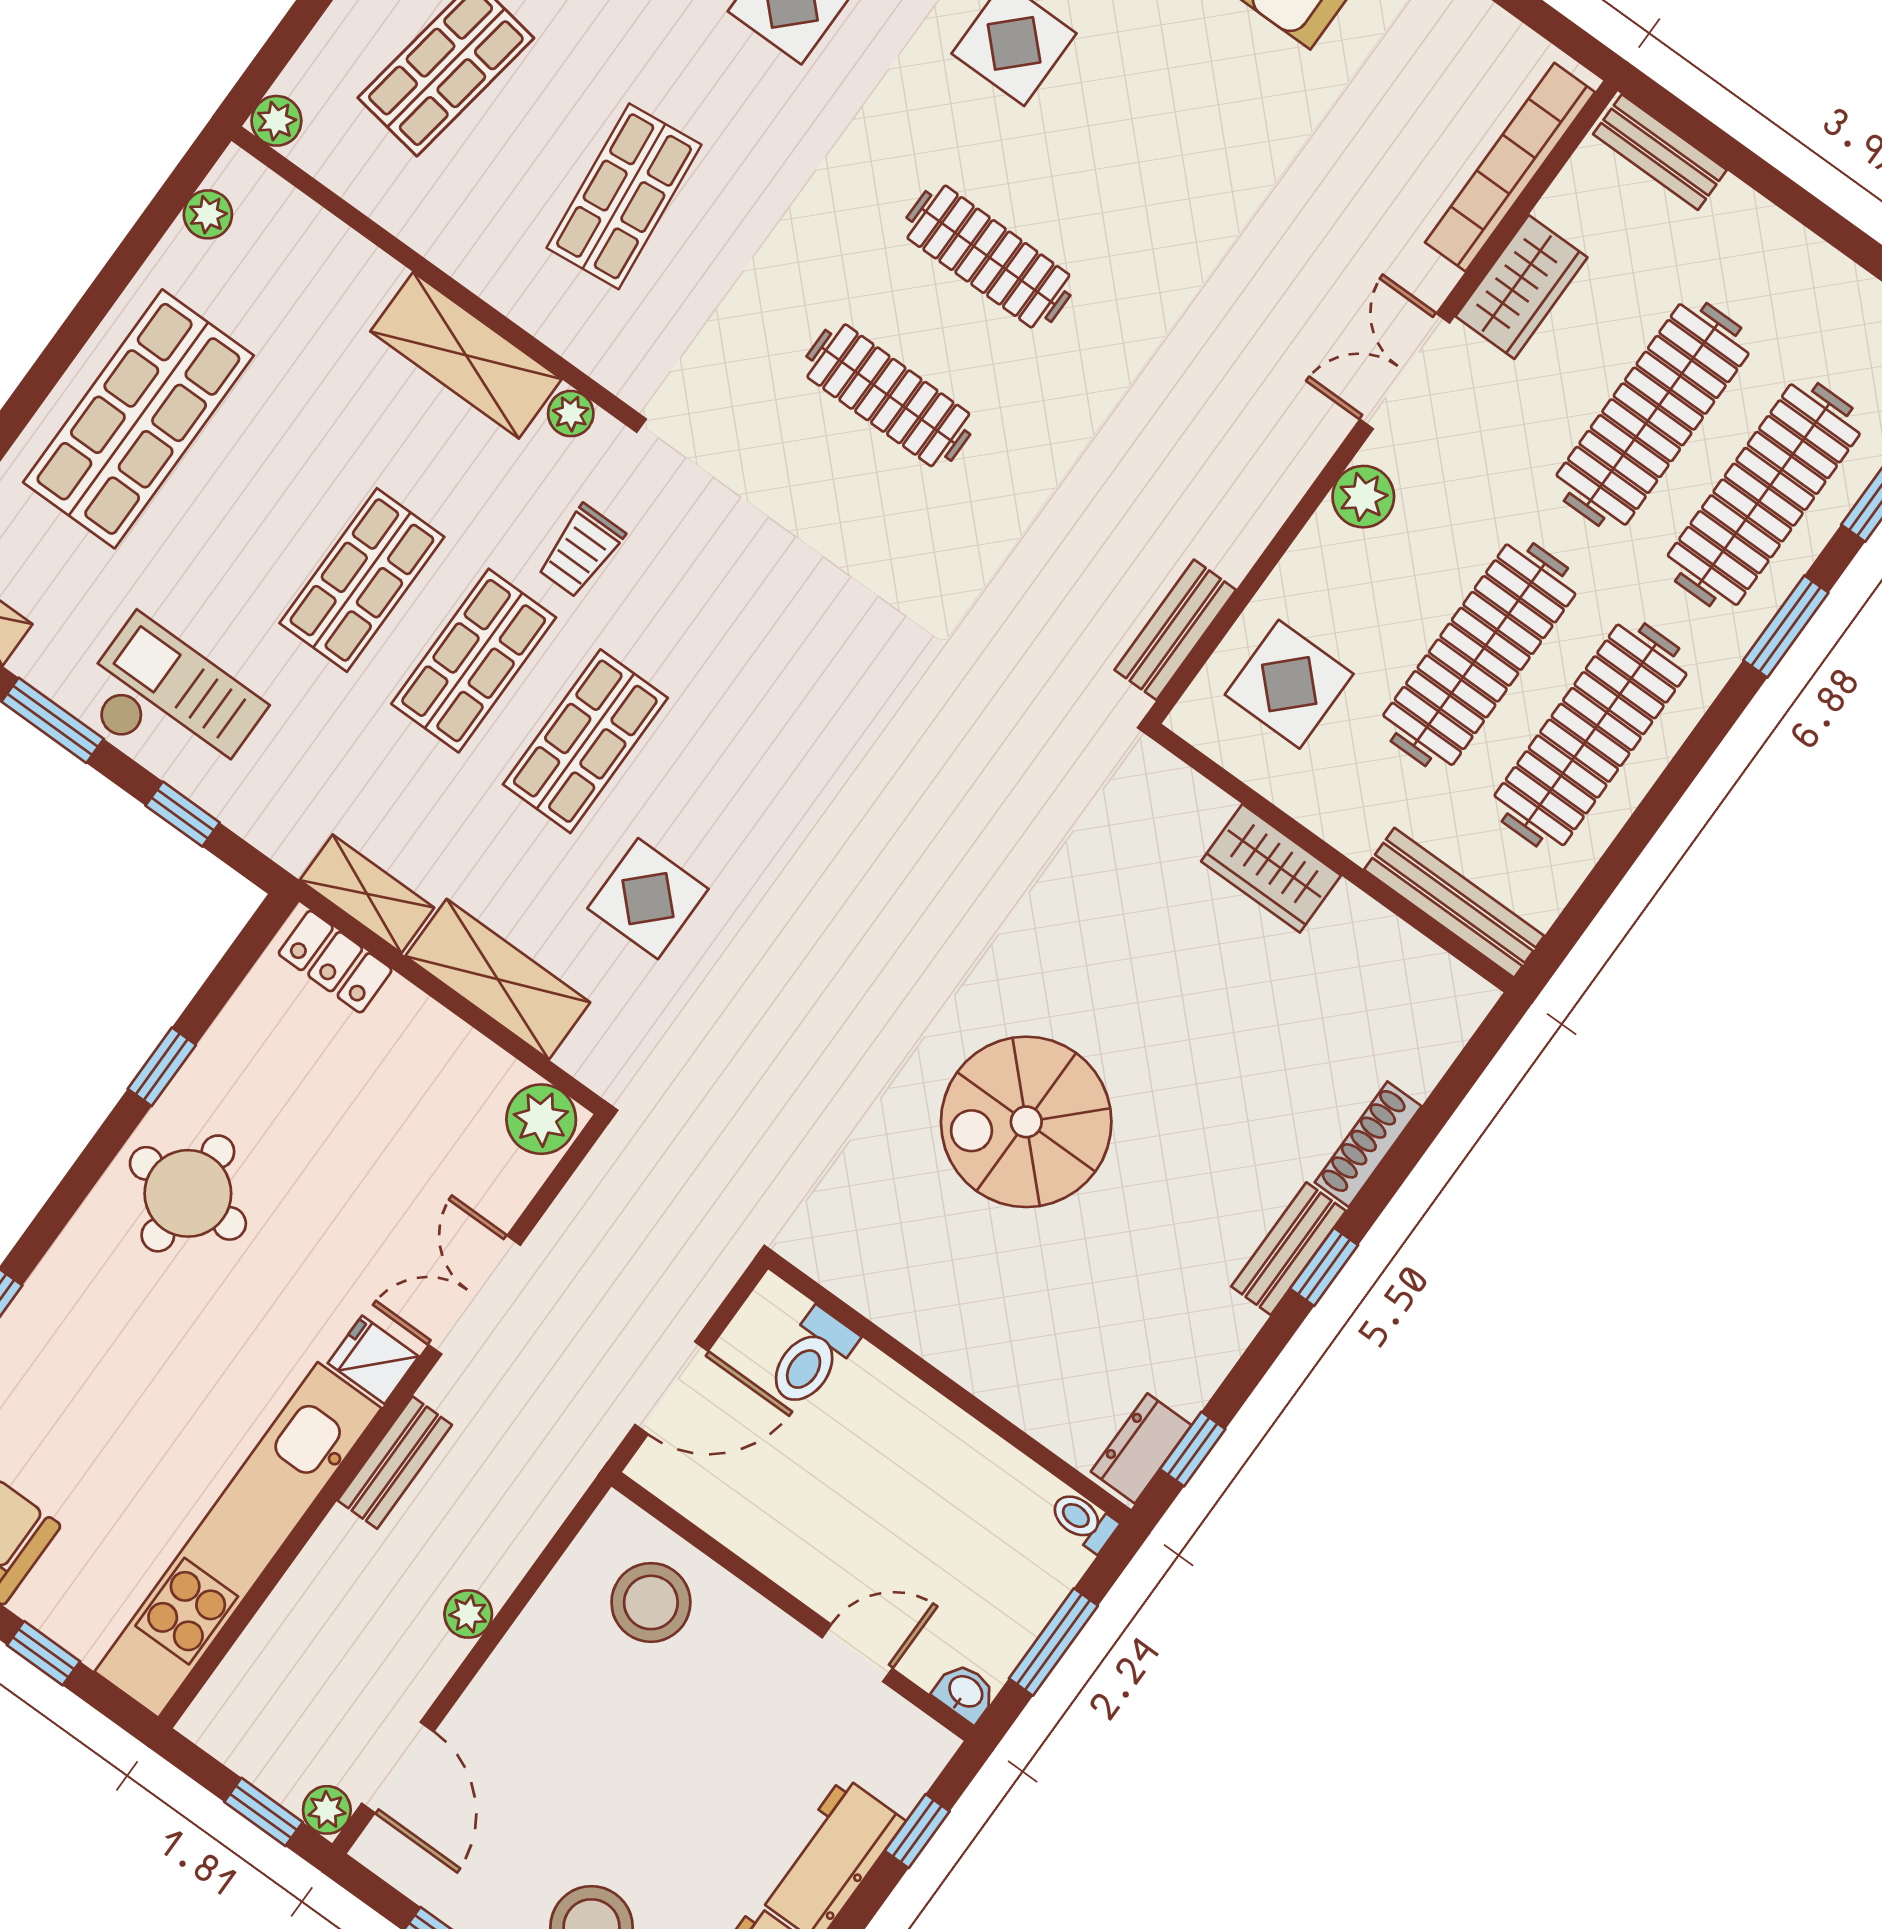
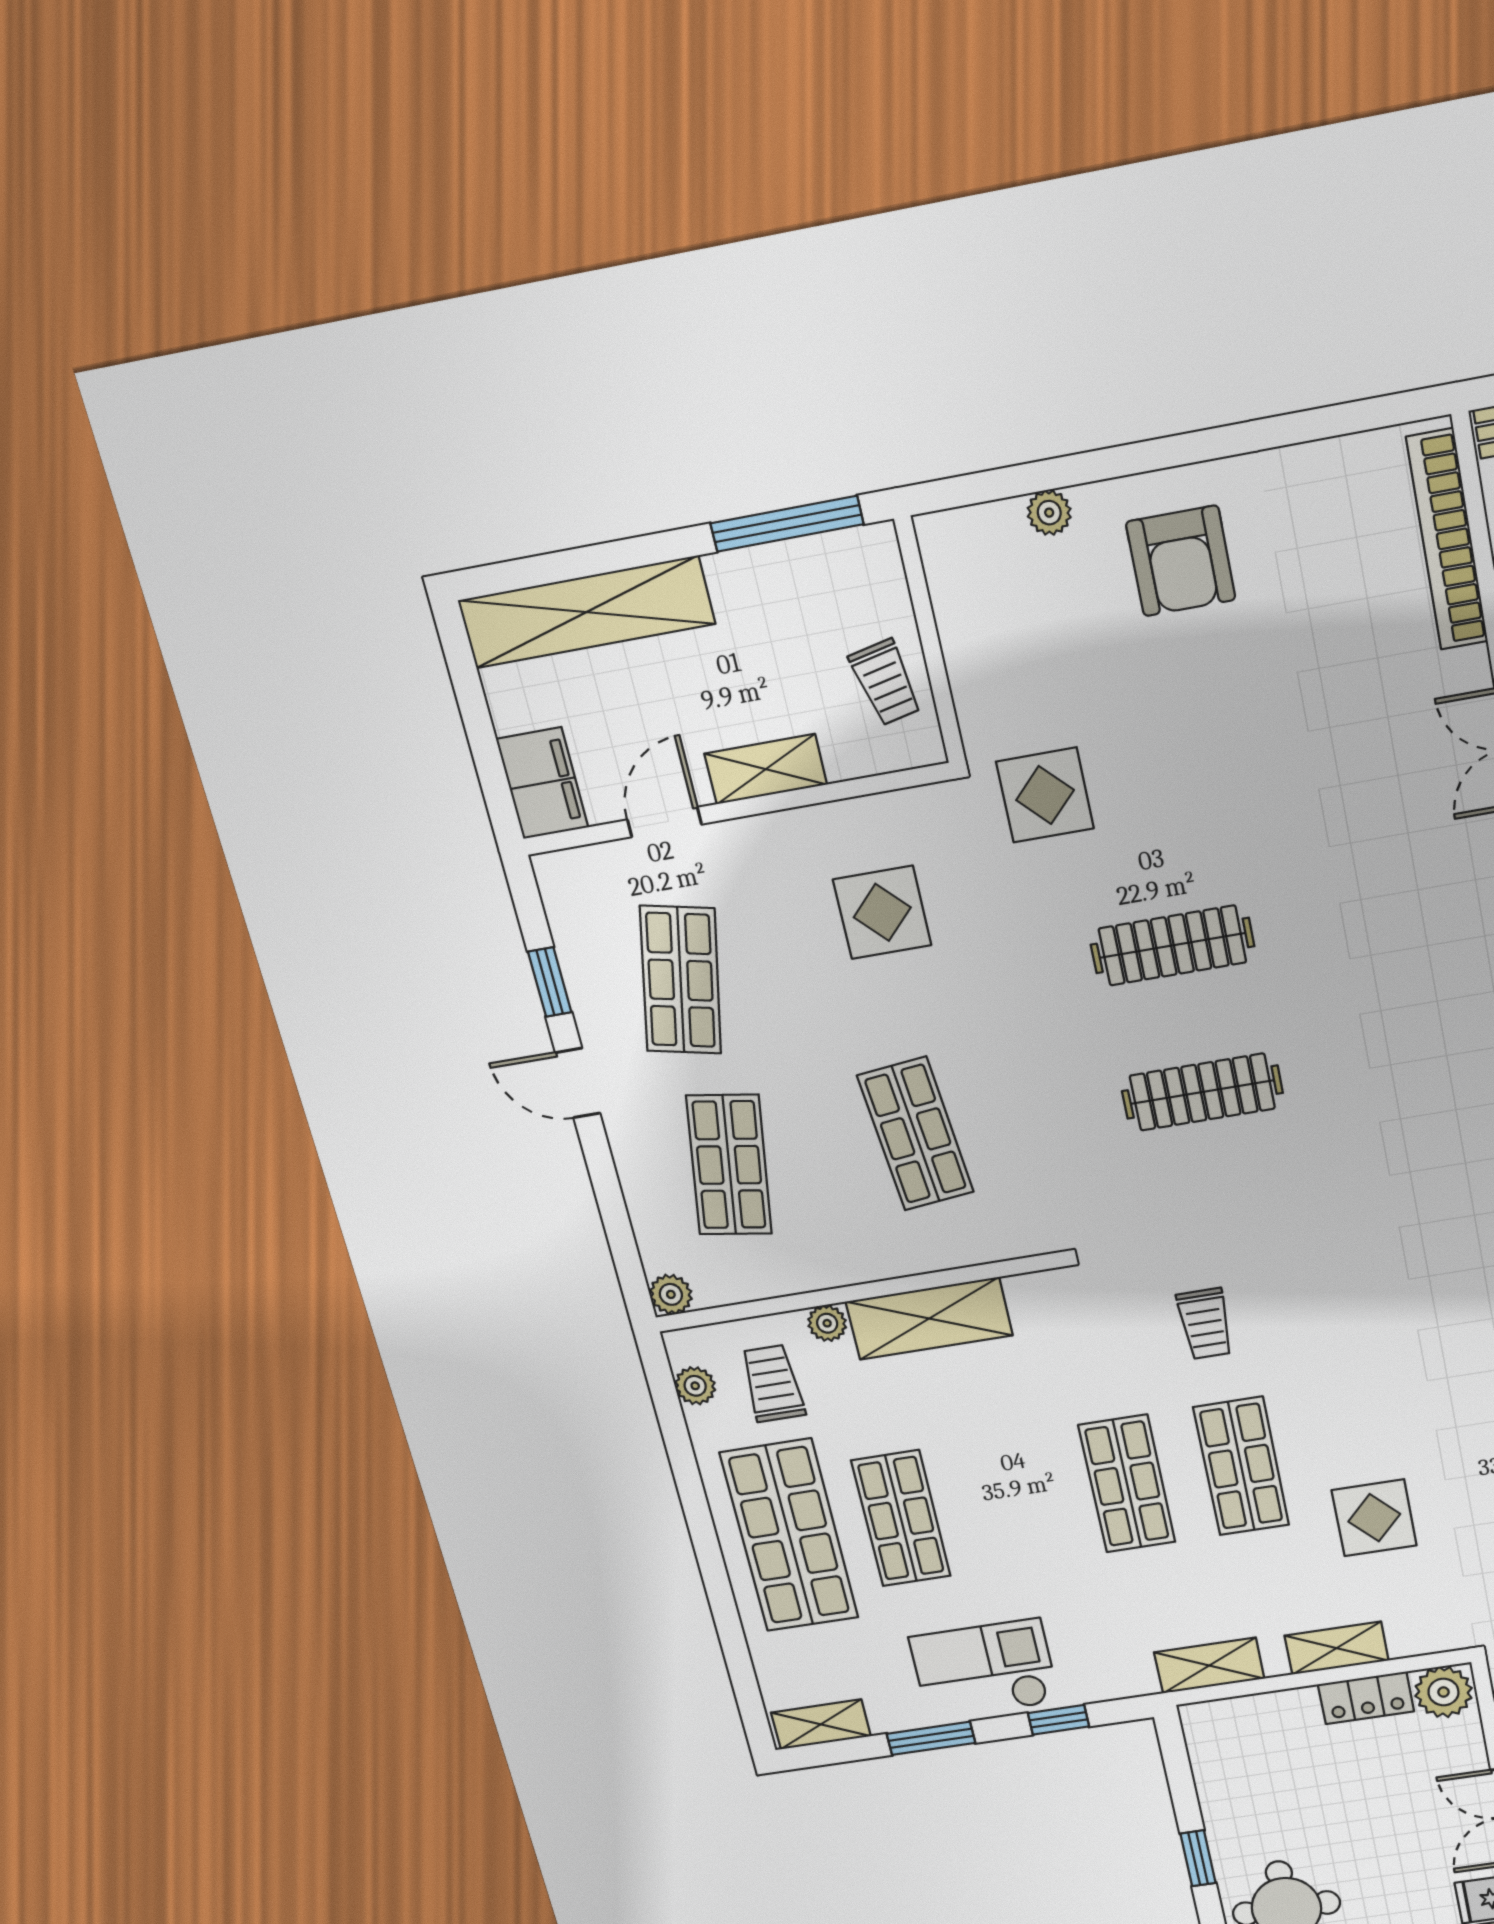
trolley: (275, 278) -> (773, 1383), added
plant: (571, 414) -> (827, 1323), moved
trolley: (581, 551) -> (1205, 1324), moved
shop shelf: (362, 580) -> (901, 1518), moved
locker: (335, 962) -> (1366, 1698), moved
shelving: (498, 979) -> (1337, 1648), width x0.67, depth x0.75

